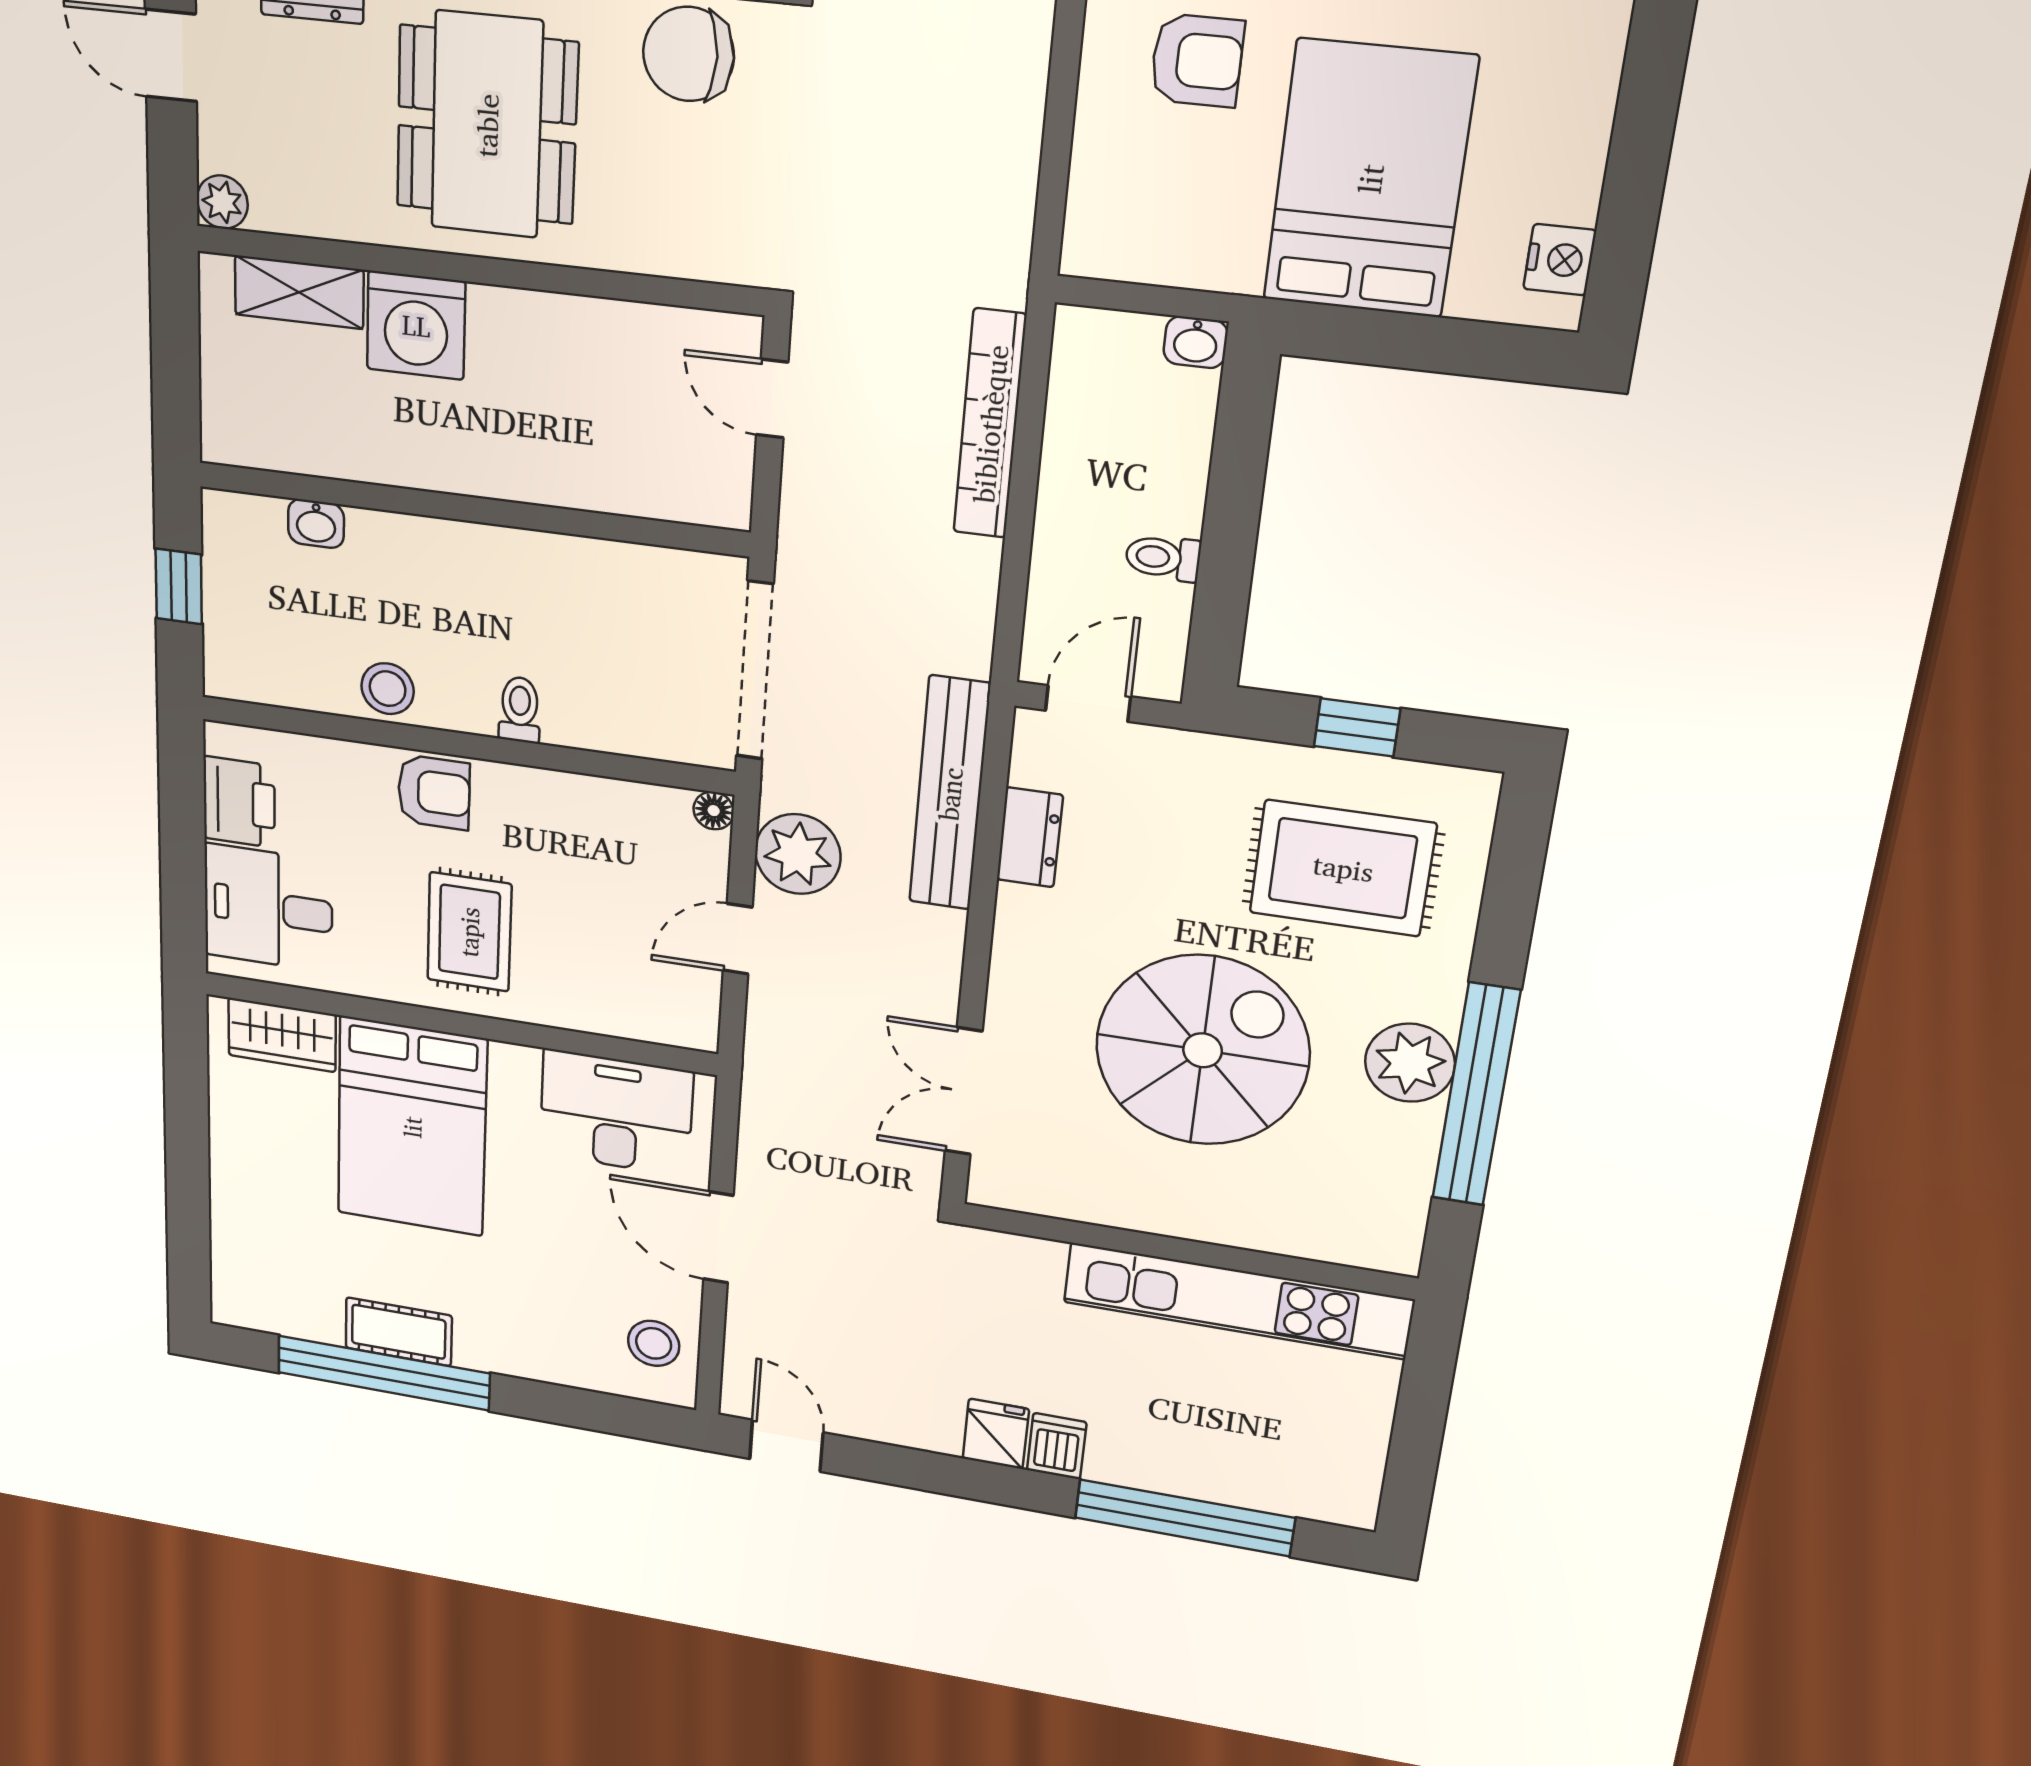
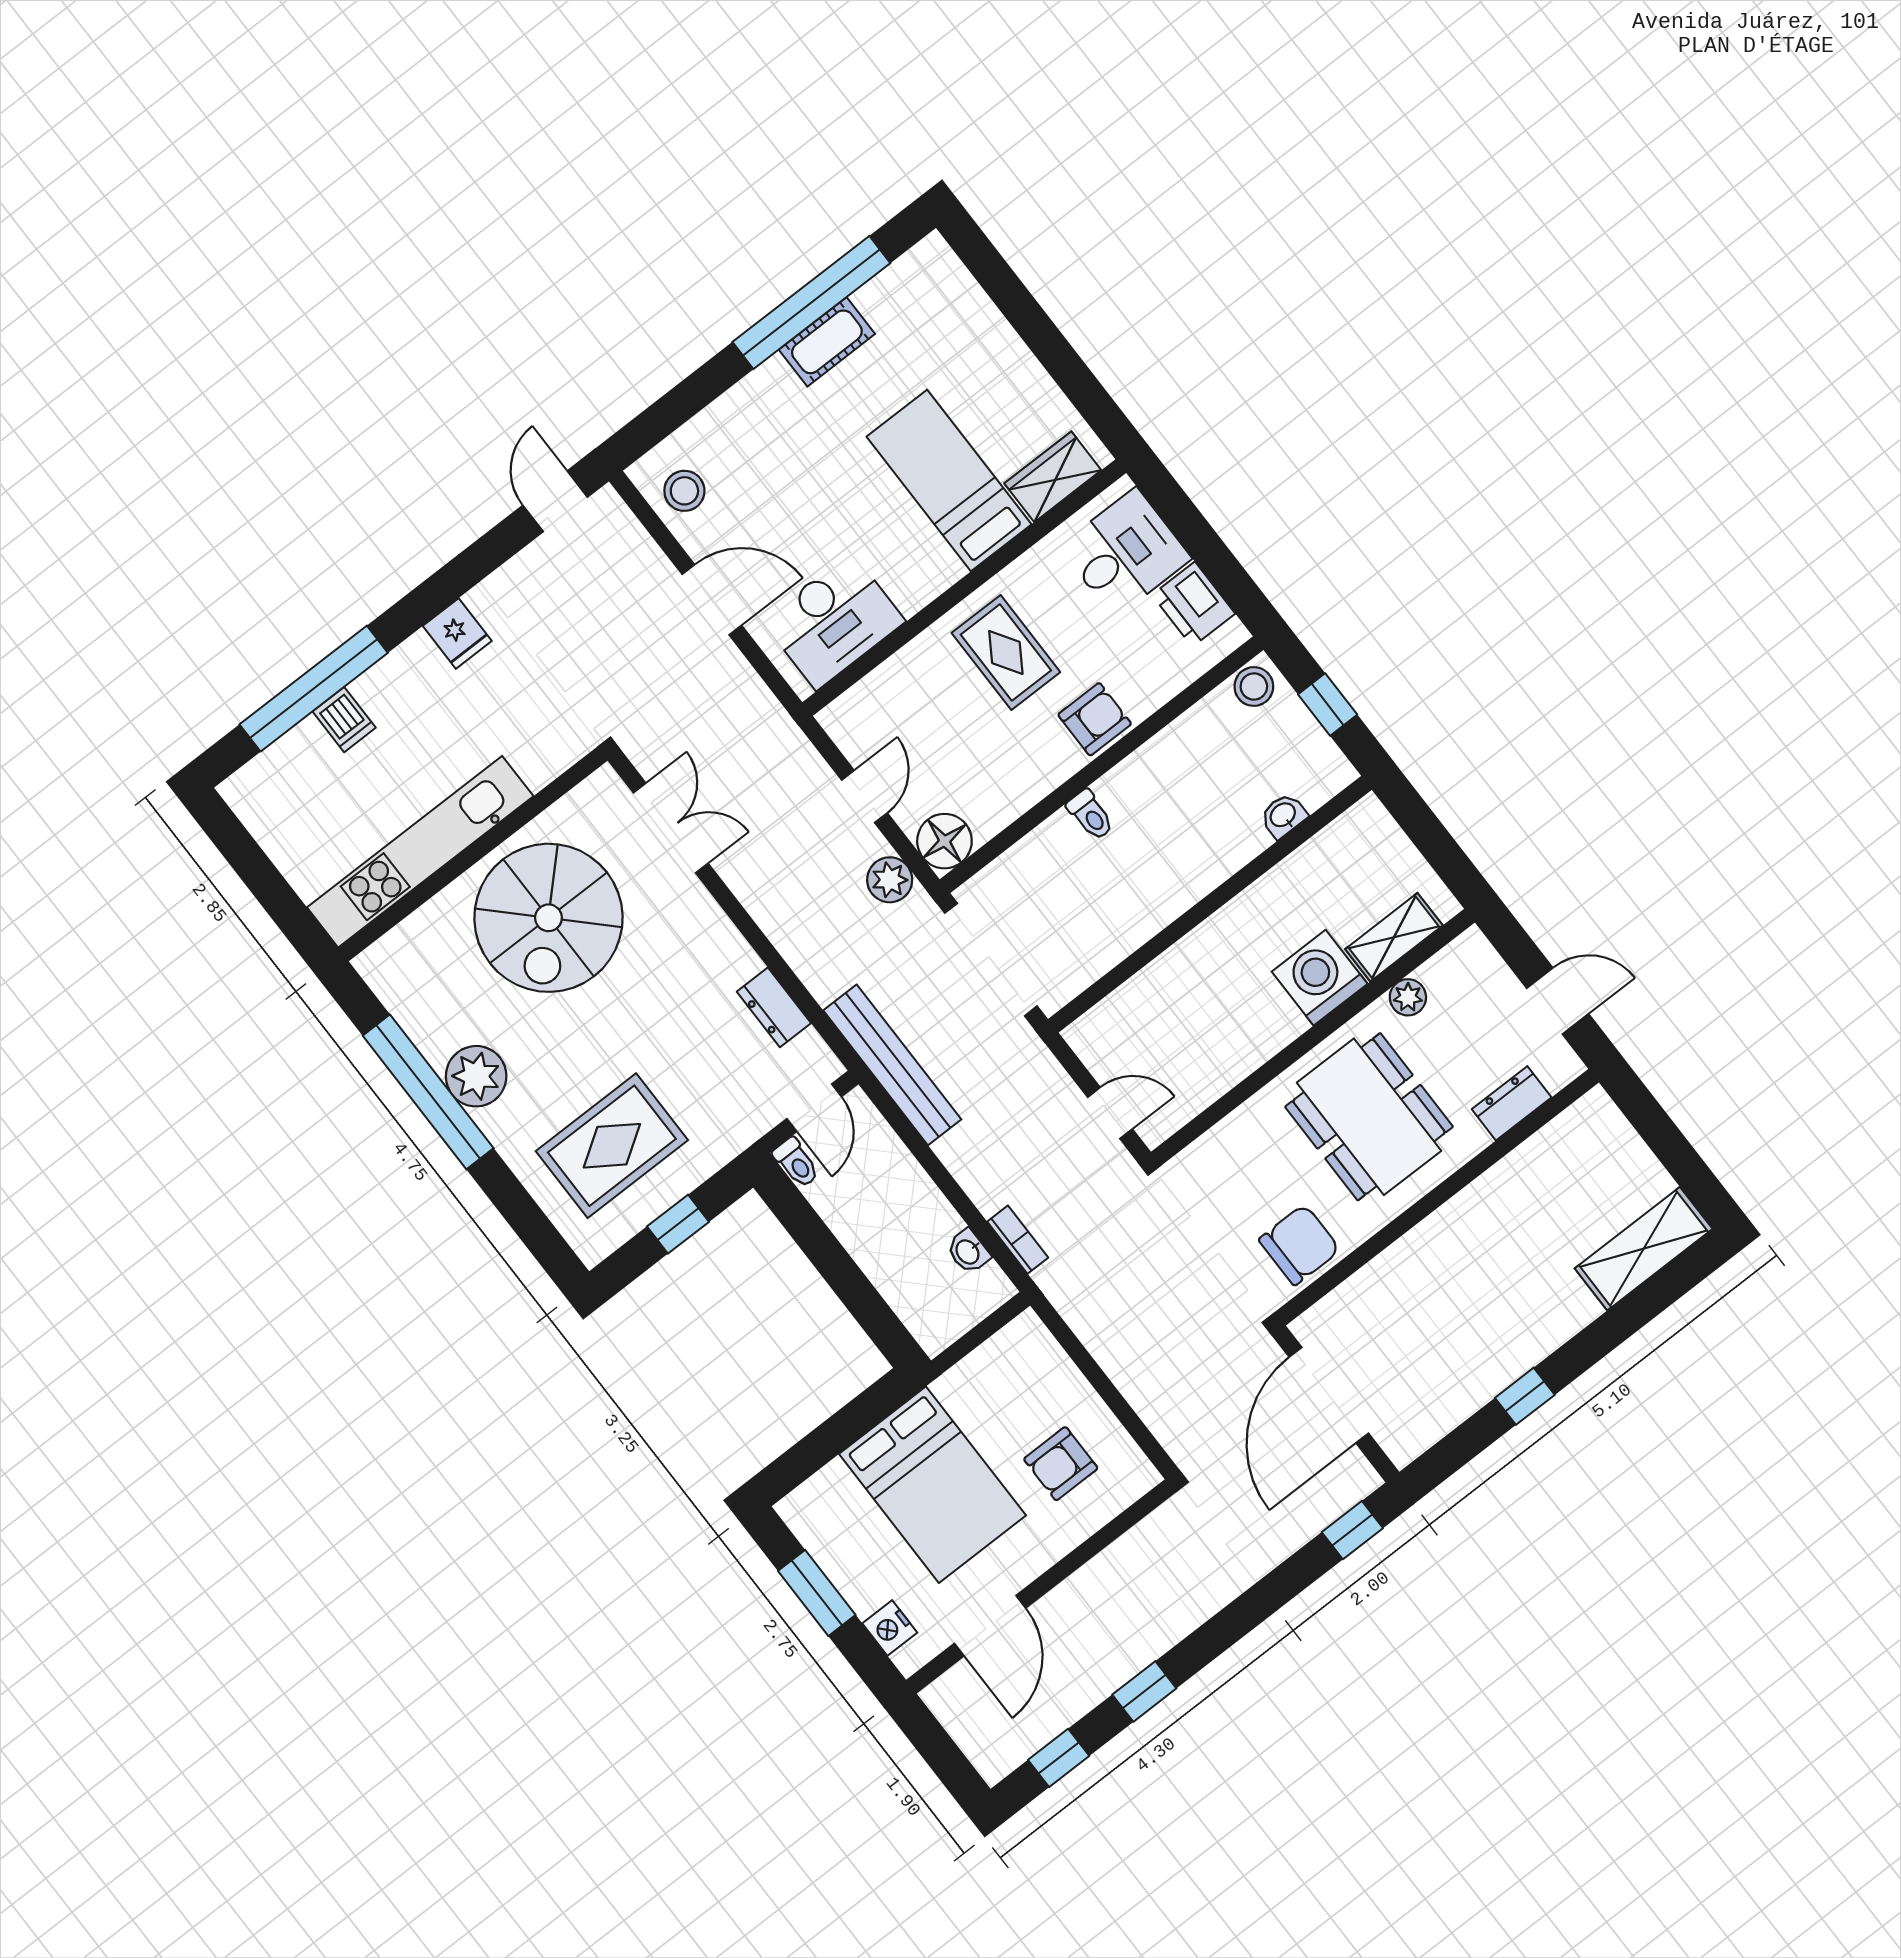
window: (1634, 182) -> (817, 1593), added
plant: (222, 202) -> (1408, 997), moved
nightstand: (1560, 260) -> (890, 1628), moved
washbasin: (1196, 342) -> (968, 1251), moved, turned -90
bookcase: (990, 424) -> (1018, 1240), width x0.43, depth x0.76
toilet: (1163, 558) -> (796, 1163), moved, turned 90
stool: (388, 689) -> (1254, 687), moved
armchair: (434, 792) -> (1095, 719), turned 180
bench: (950, 794) -> (892, 1065), moved
floor lamp: (714, 811) -> (944, 841), width x1.89, depth x1.89
plant: (798, 854) -> (890, 880), width x0.73, depth x0.73
spiral stairs: (1203, 1050) -> (548, 918), moved
bed: (412, 1127) -> (949, 480), width x0.67
door: (786, 1446) -> (555, 501), swing flipped
dishwasher: (1057, 1446) -> (344, 720), moved

